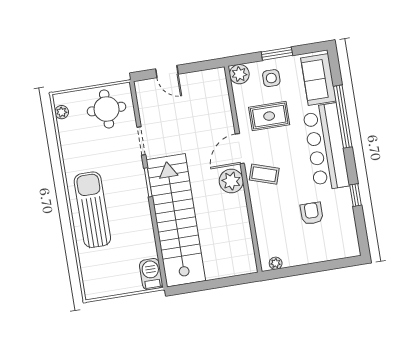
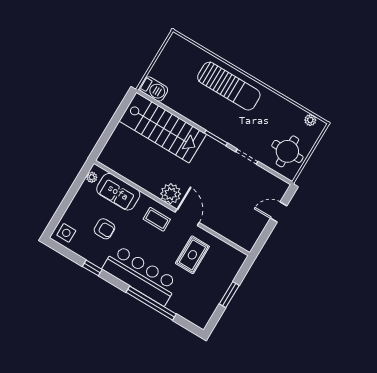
plant: (239, 74) -> (237, 258), removed
side table: (271, 78) -> (66, 233), moved
sofa: (318, 79) -> (118, 192), moved, turned 180
coffee table: (264, 174) -> (157, 219), turned 72
stairs: (176, 220) -> (163, 128), width x0.73

